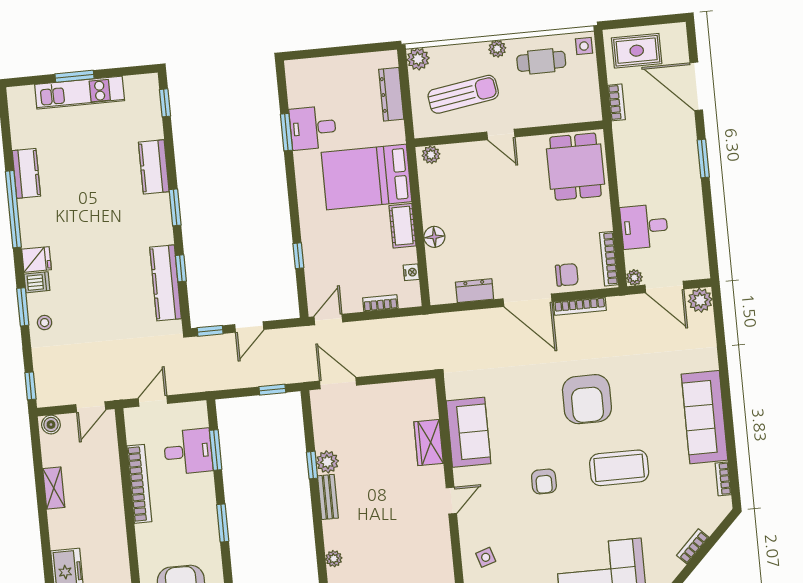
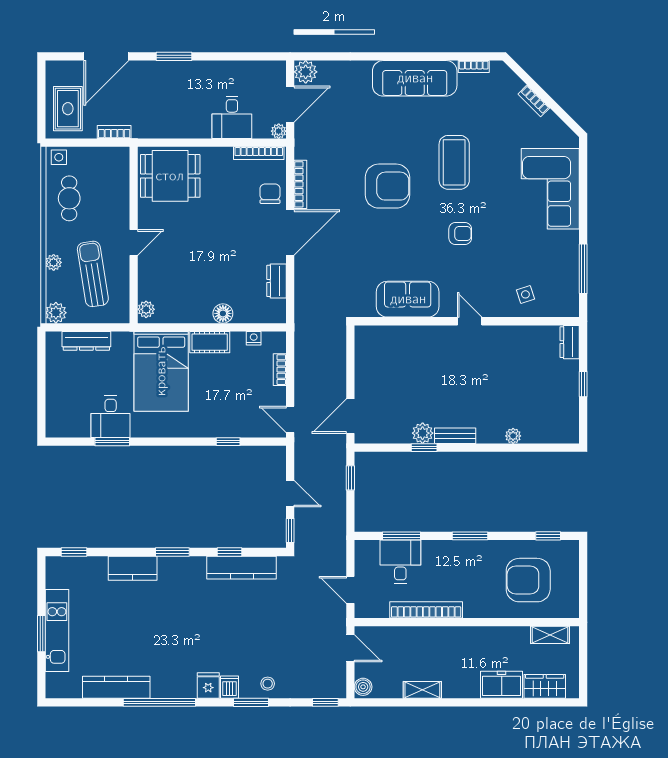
plant: (497, 49) -> (54, 262), moved
kitchen counter: (26, 173) -> (116, 687), width x1.50
wardrobe: (429, 443) -> (414, 337), removed

